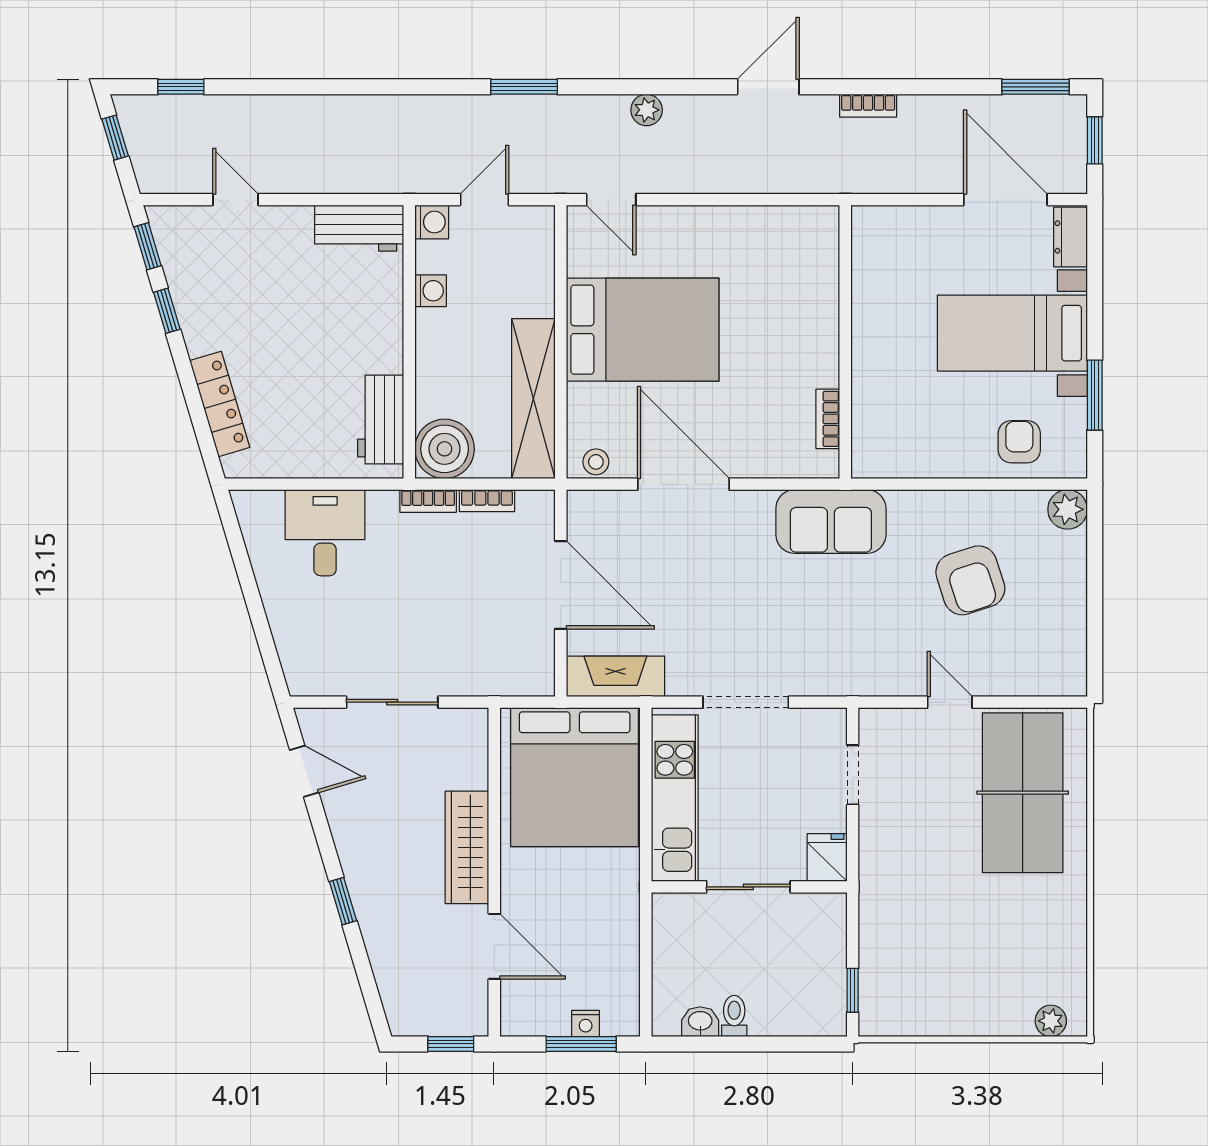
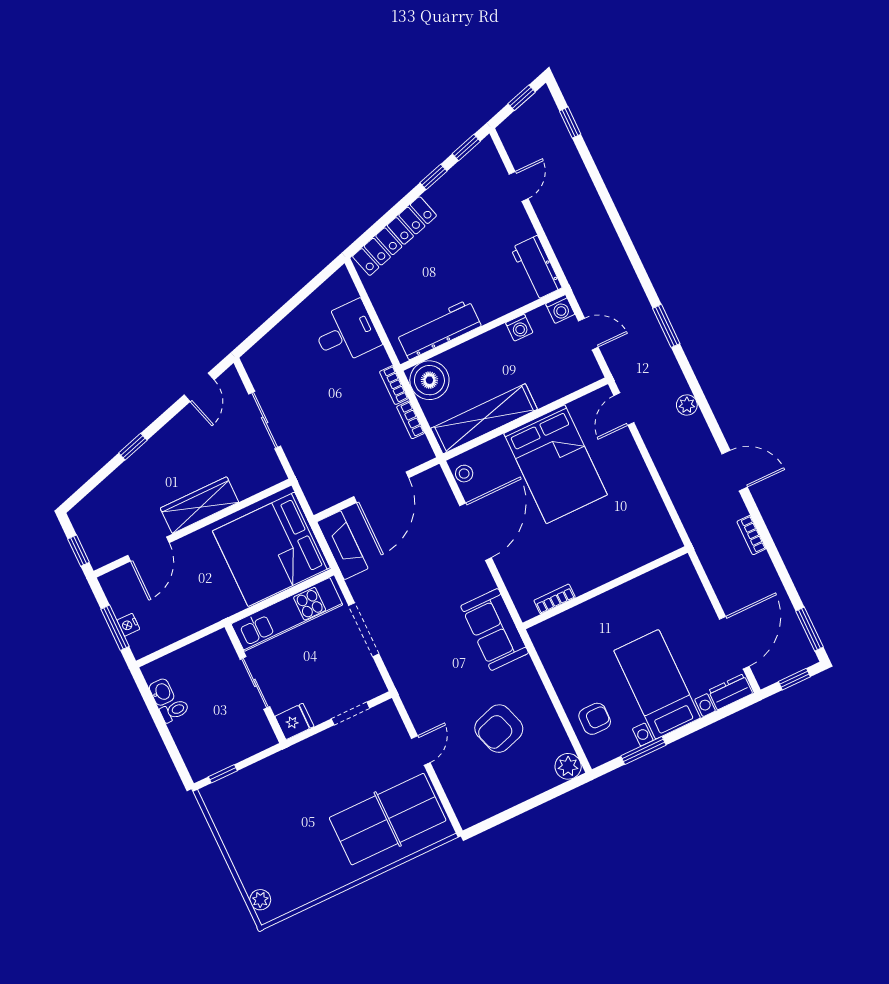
locker: (220, 404) -> (395, 236), width x1.41, depth x1.21
workbench: (381, 420) -> (439, 329), width x1.38

